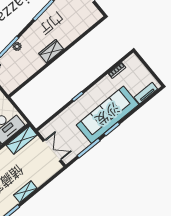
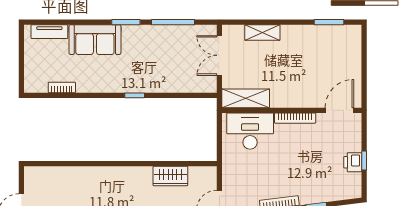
wardrobe: (51, 51) -> (170, 176), moved
sofa: (108, 115) -> (95, 40), width x0.54, depth x0.79
shelving: (25, 192) -> (262, 33), moved

